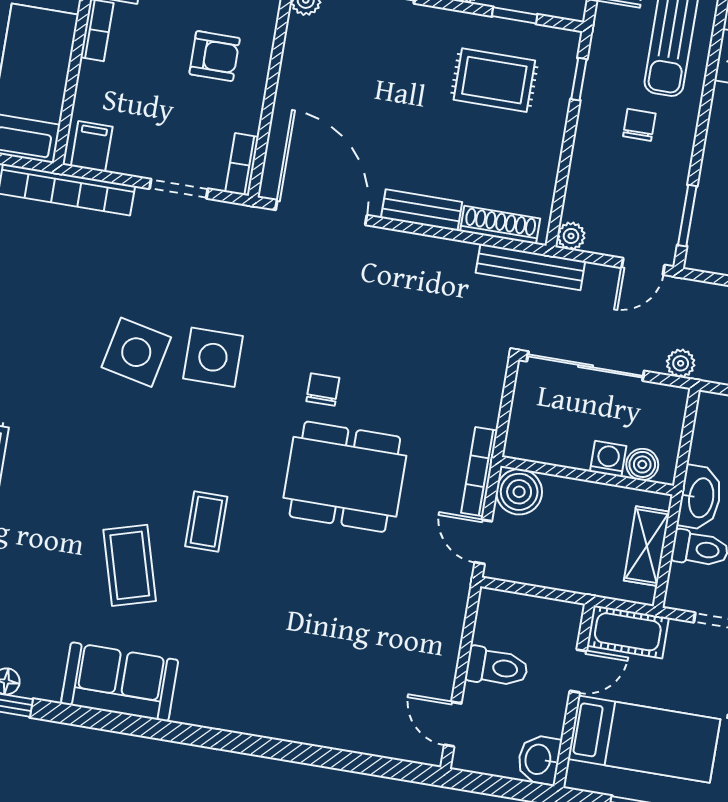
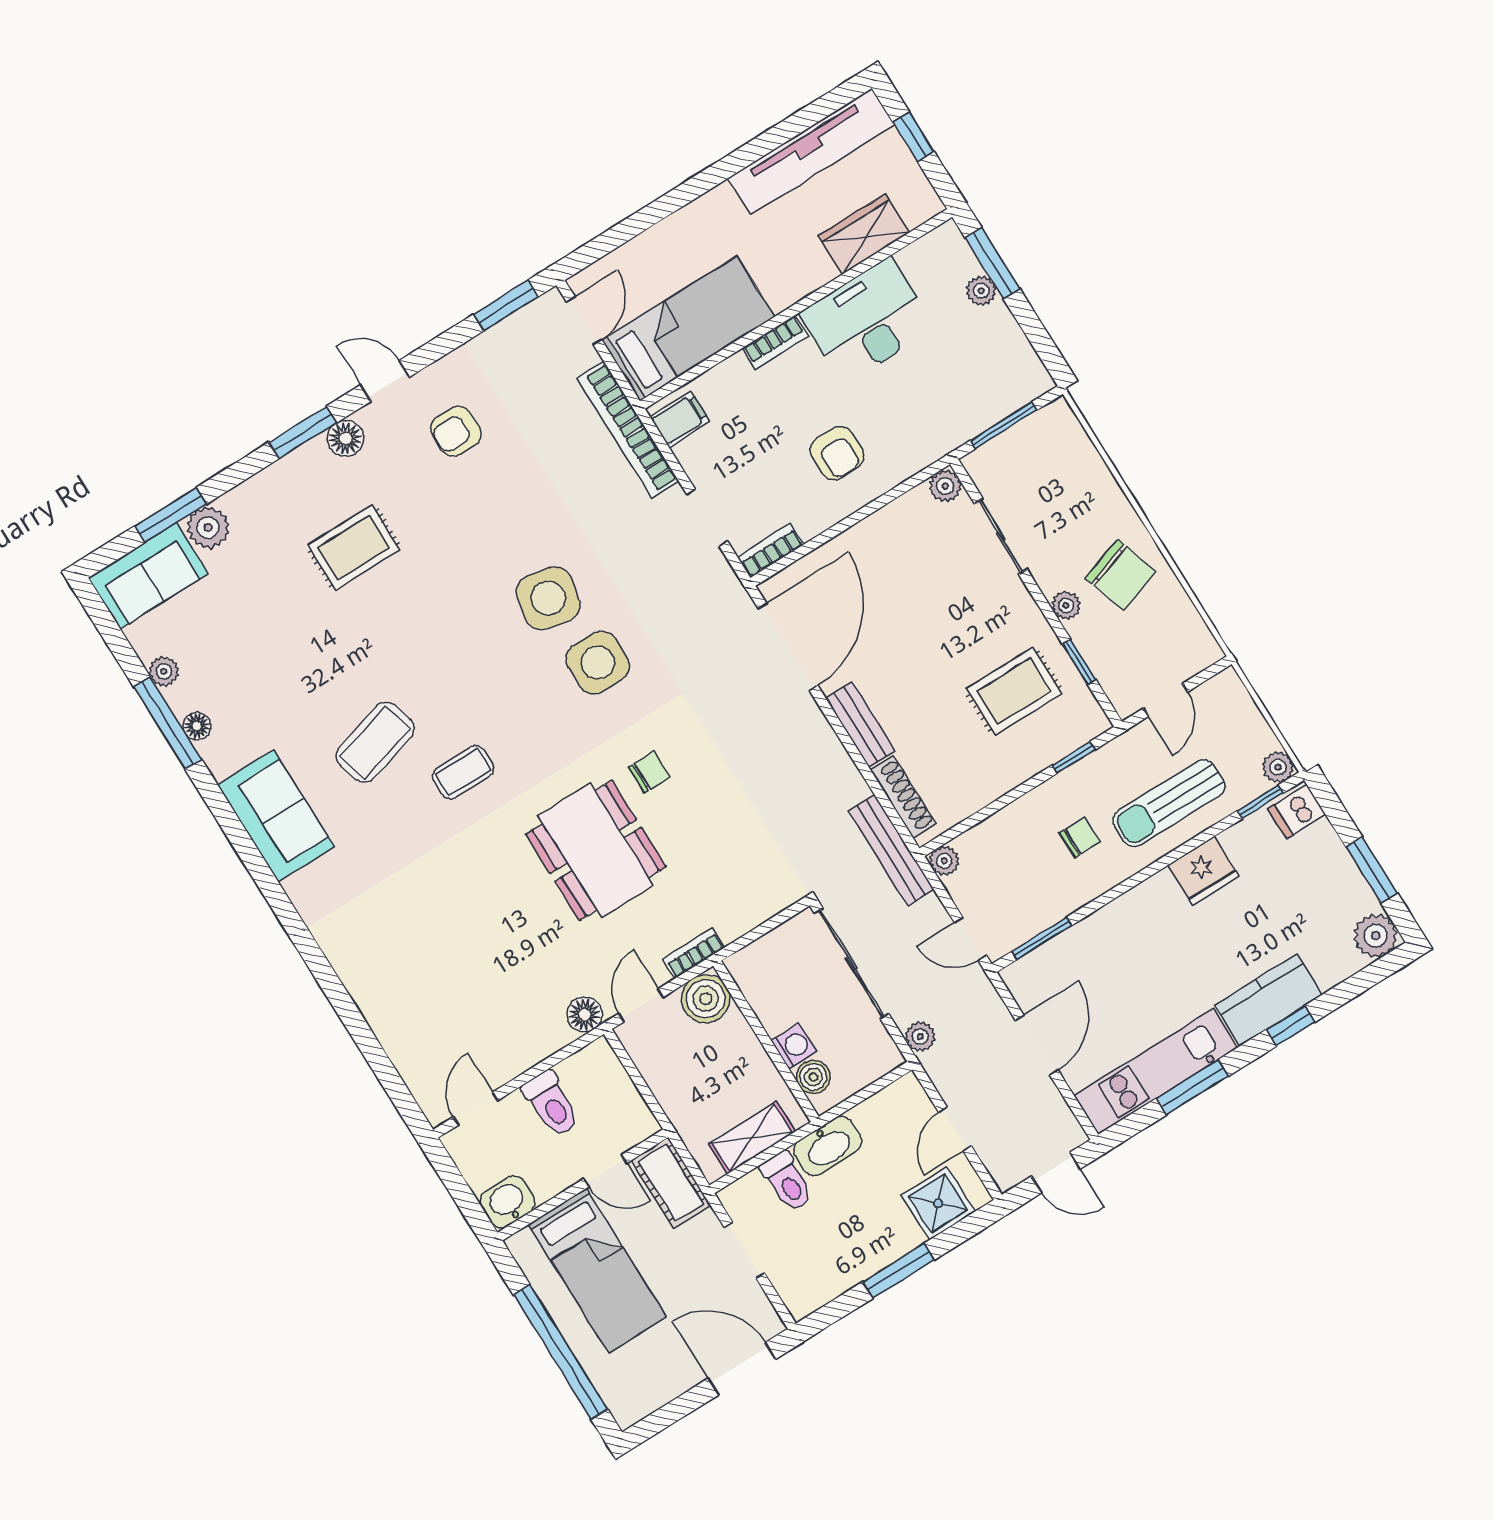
rug: (494, 80) -> (1014, 691), turned 90
bookcase: (479, 472) -> (694, 953), width x0.64
floor lamp: (454, 588) -> (585, 1014), added

